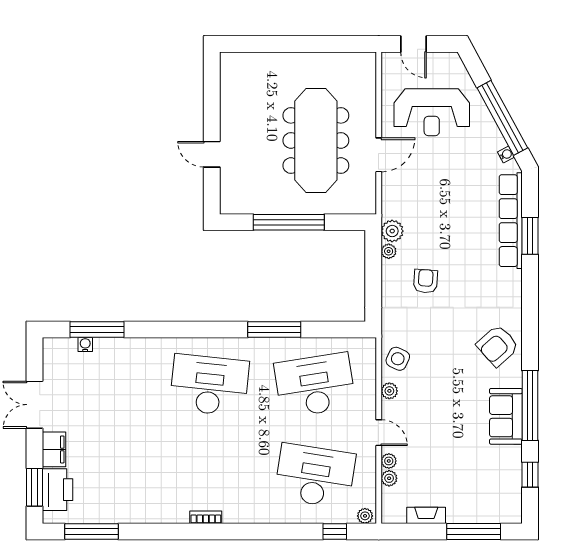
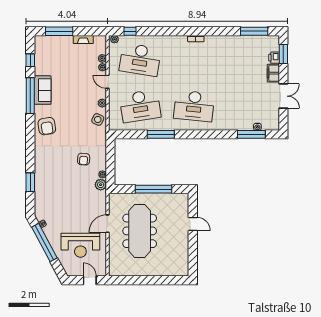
reception desk: (432, 112) -> (80, 245), turned 180
row of seats: (511, 221) -> (40, 190), removed
armchair: (498, 346) -> (47, 126), turned 123
printer: (57, 490) -> (274, 58), width x0.53, depth x0.68

